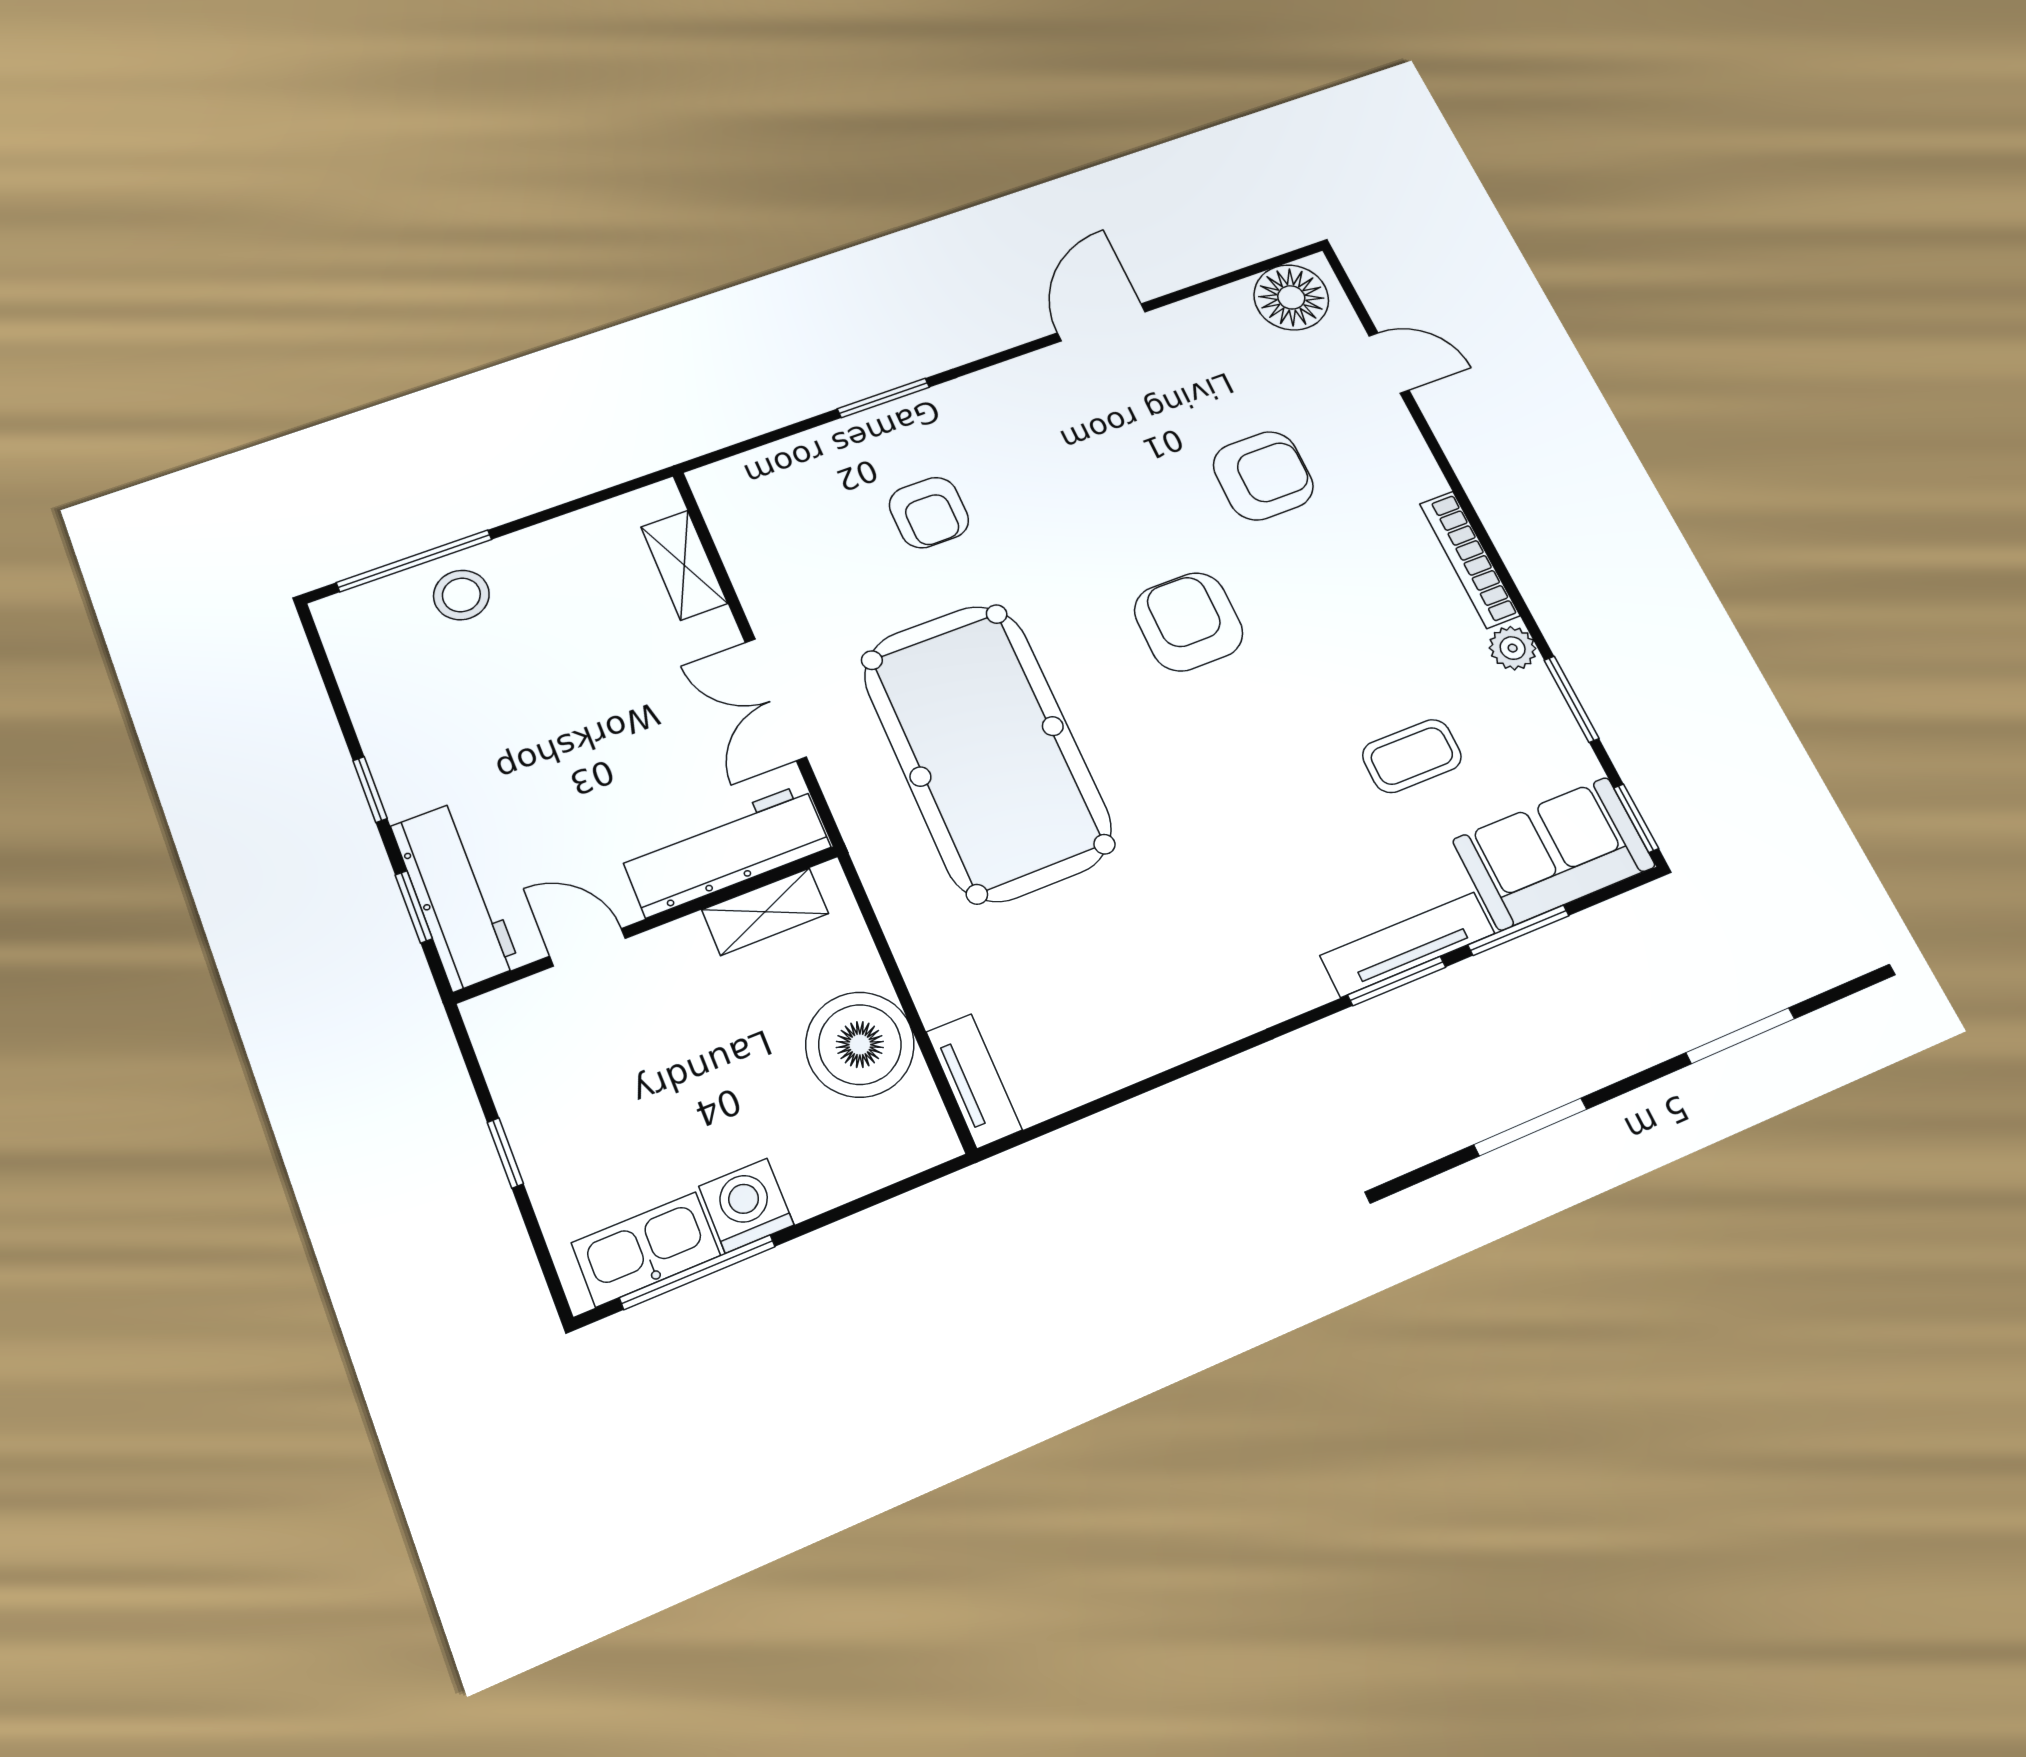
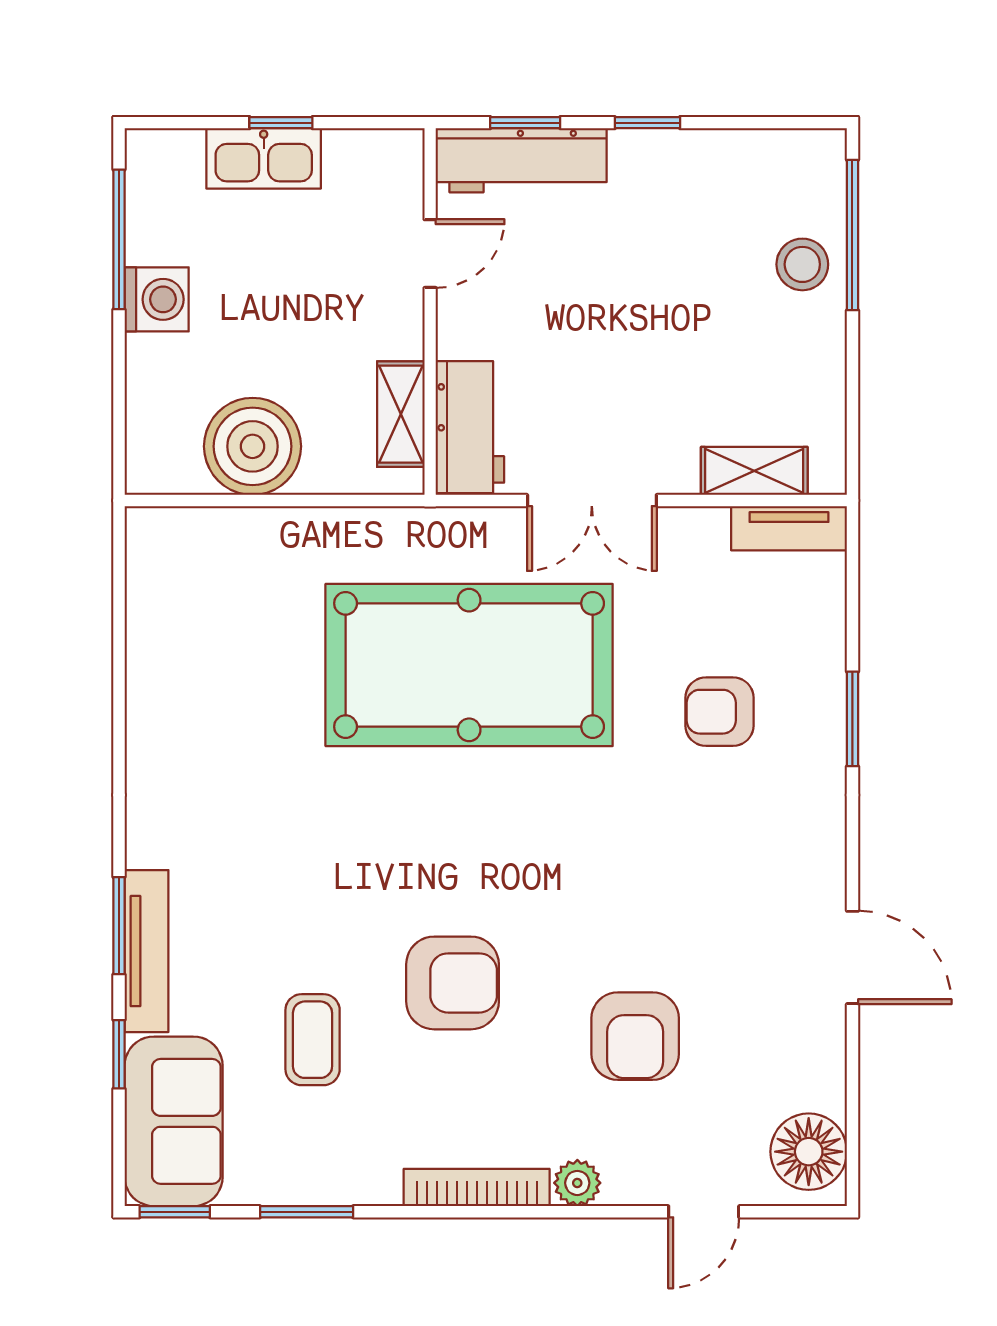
armchair: (1189, 622) -> (453, 983), moved
plant: (1513, 648) -> (577, 1183), moved
double door: (776, 699) -> (592, 500), swing flipped
workbench: (726, 850) -> (470, 427), width x0.73
window: (1519, 930) -> (119, 1054), width x0.67
tv unit: (974, 1081) -> (789, 528), moved
kitchen sink: (646, 1249) -> (264, 158), moved, turned 90

